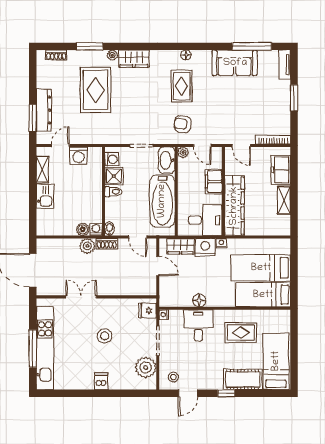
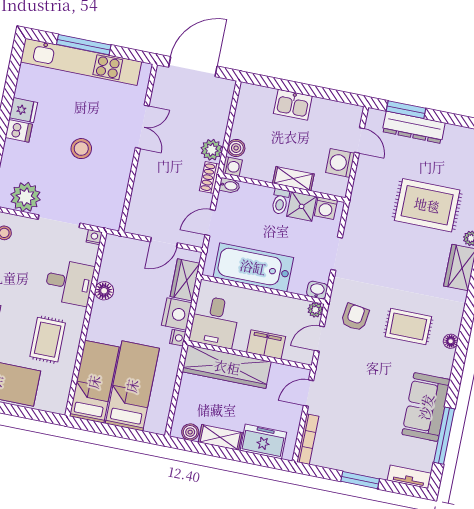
washbasin: (167, 160) -> (317, 290), width x0.52, depth x0.69
shelving: (42, 169) -> (293, 179), moved
boiler: (285, 222) -> (190, 432), added
fridge: (148, 311) -> (23, 110), moved, turned 90

